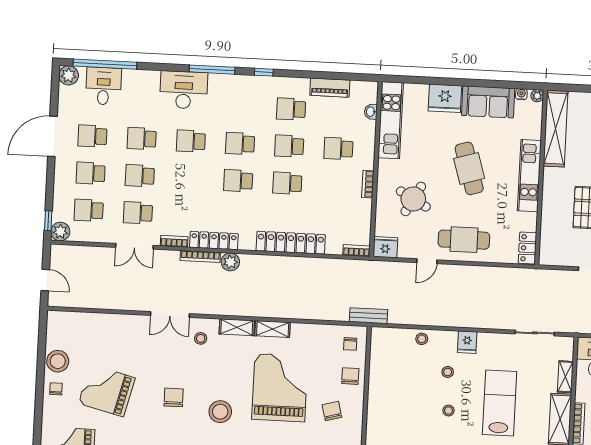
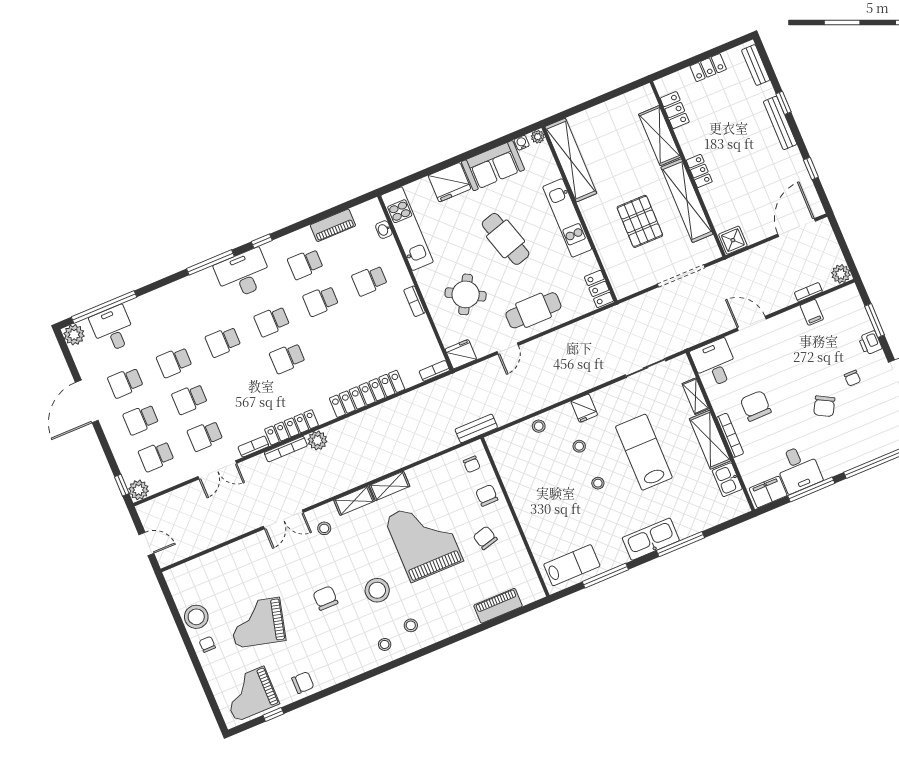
desk: (184, 90) -> (243, 274), moved
school desk: (287, 183) -> (336, 338), removed

